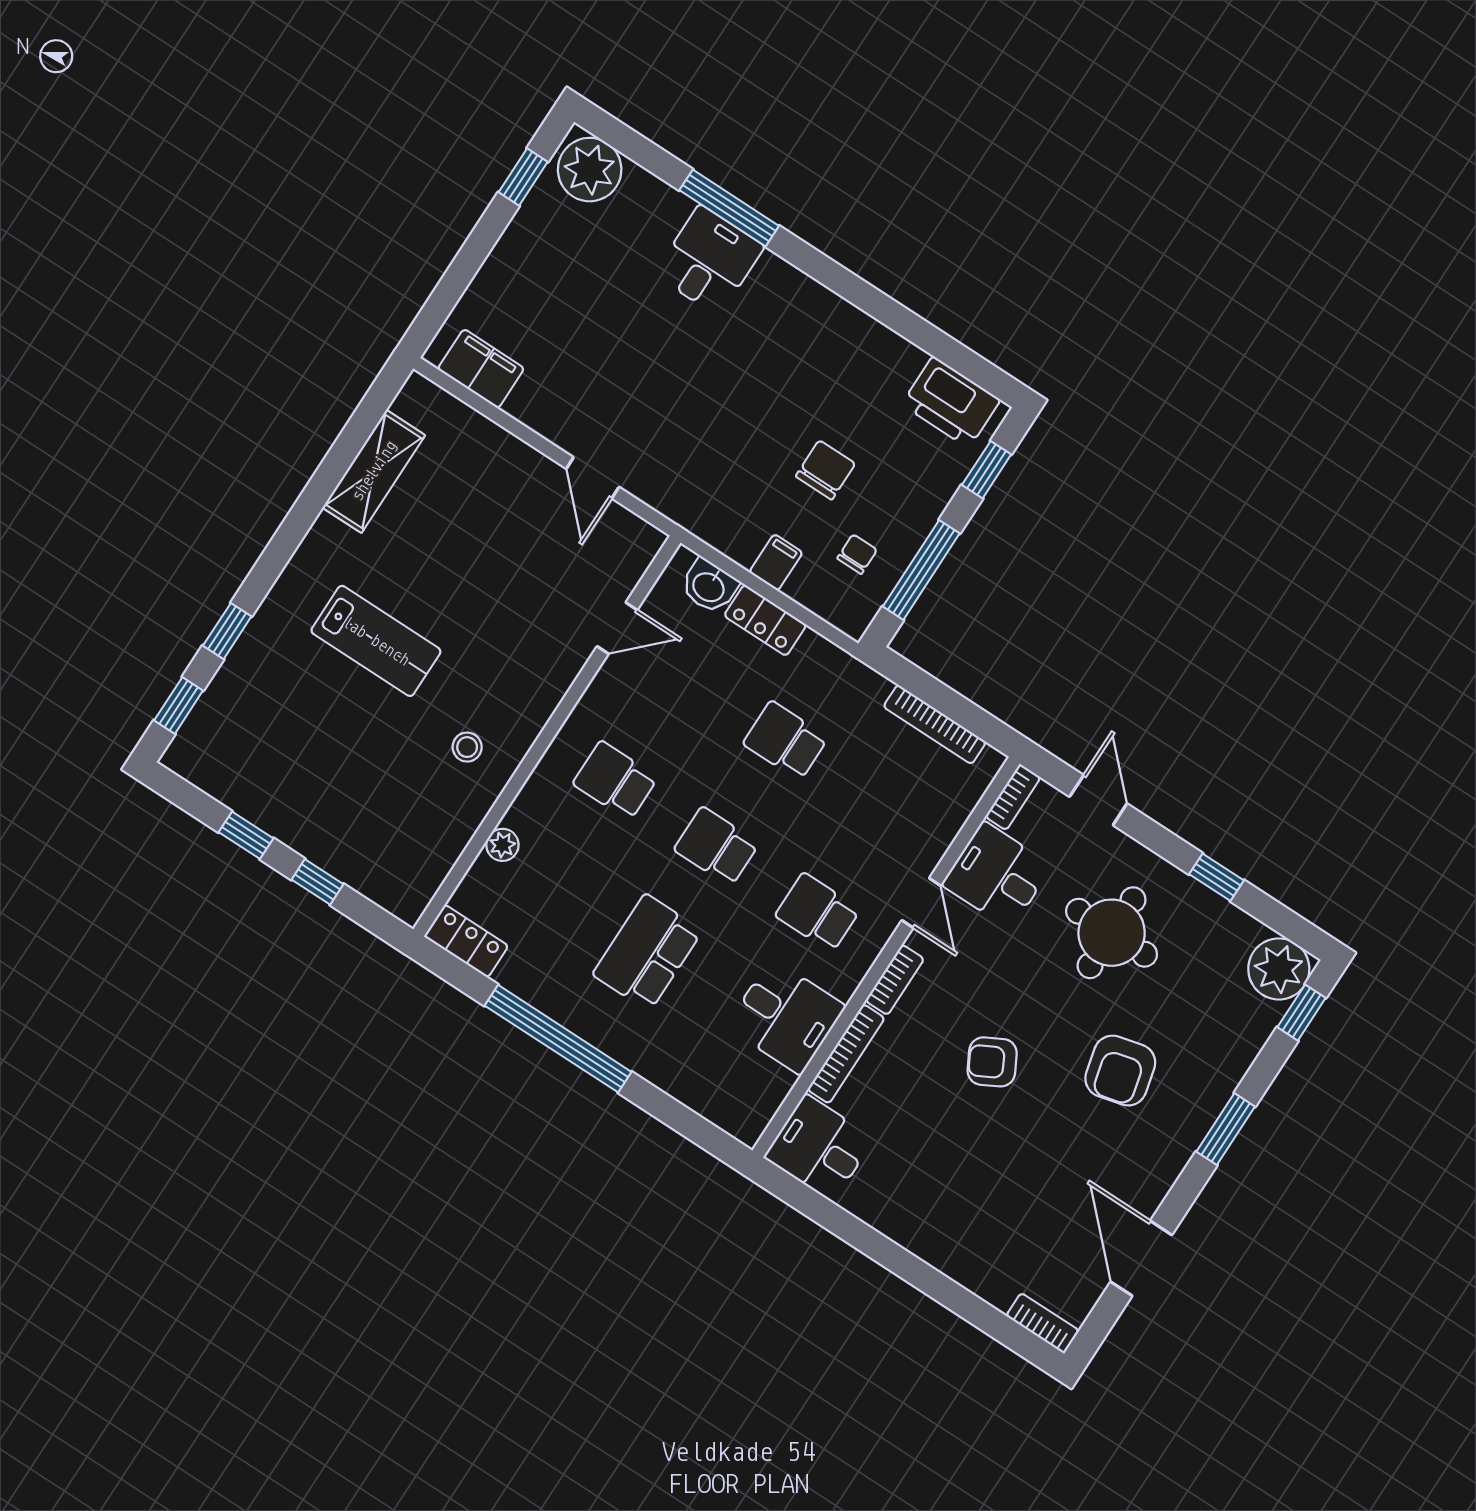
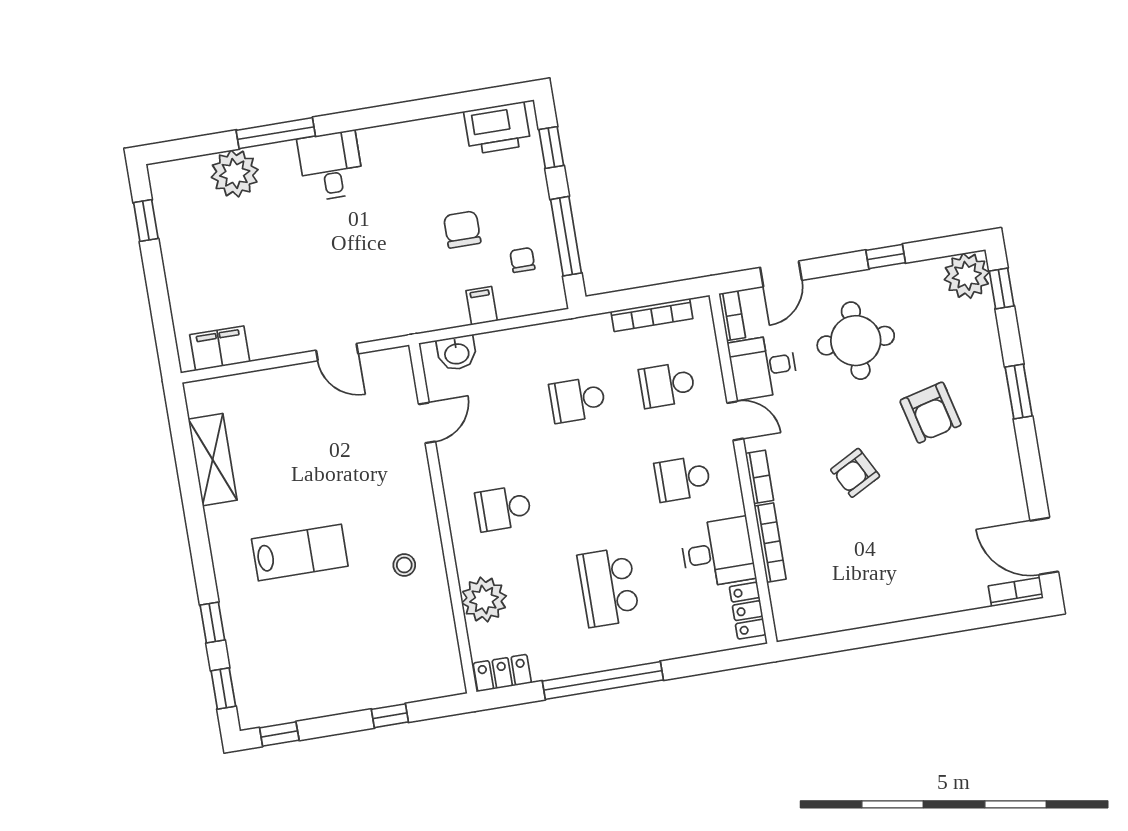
plant: (590, 170) -> (235, 173), moved
desk: (709, 260) -> (331, 166), moved
locker: (765, 620) -> (748, 611), moved, turned 90
door: (1098, 800) -> (781, 274), swing flipped
window: (246, 835) -> (279, 734), moved
plant: (502, 845) -> (484, 600), width x1.88, depth x1.88
school desk: (716, 847) -> (667, 385), moved
desk: (819, 1148) -> (803, 608), removed
door: (1141, 1258) -> (1044, 546), moved

